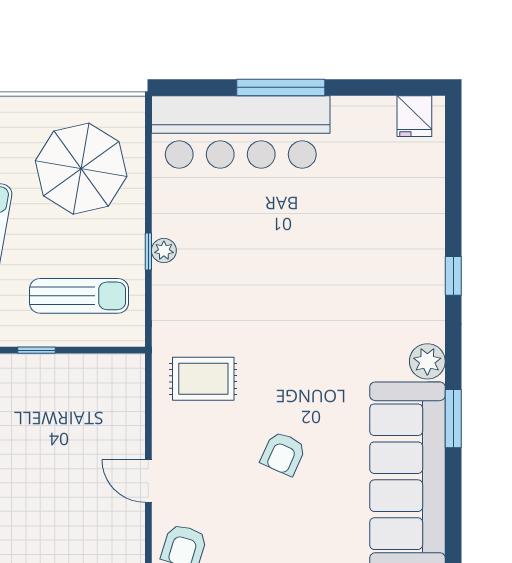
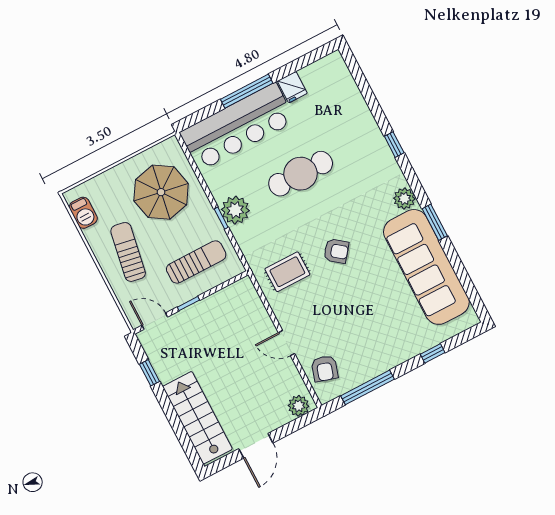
fridge: (414, 116) -> (292, 87), moved
cafe table: (296, 247) -> (301, 174), added
plant: (164, 251) -> (235, 210), width x1.88, depth x1.88
armchair: (283, 454) -> (336, 251), moved, turned -76

